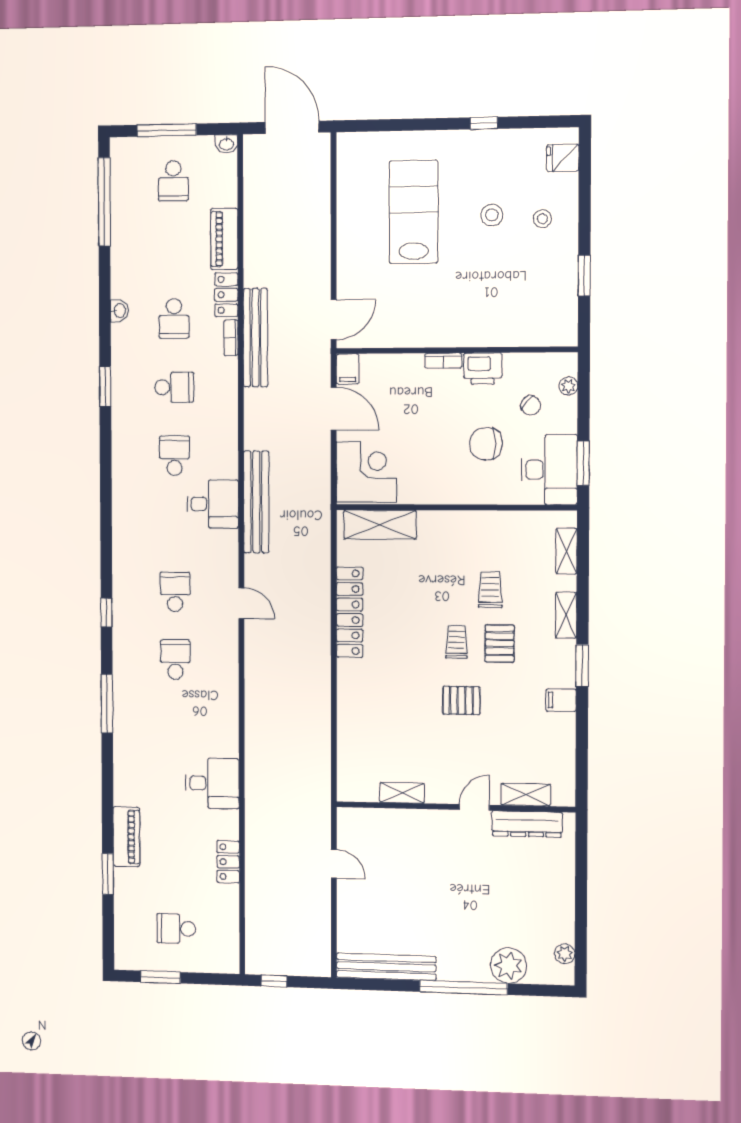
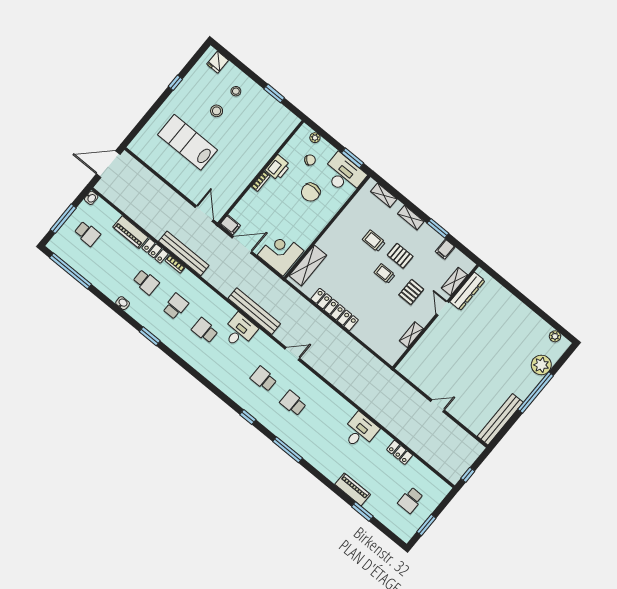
shelving: (402, 793) -> (411, 335), moved
shelving: (526, 795) -> (455, 282), moved
wall: (455, 807) -> (436, 316), moved
door: (474, 807) -> (442, 308), moved
dresser: (527, 824) -> (467, 291), moved

